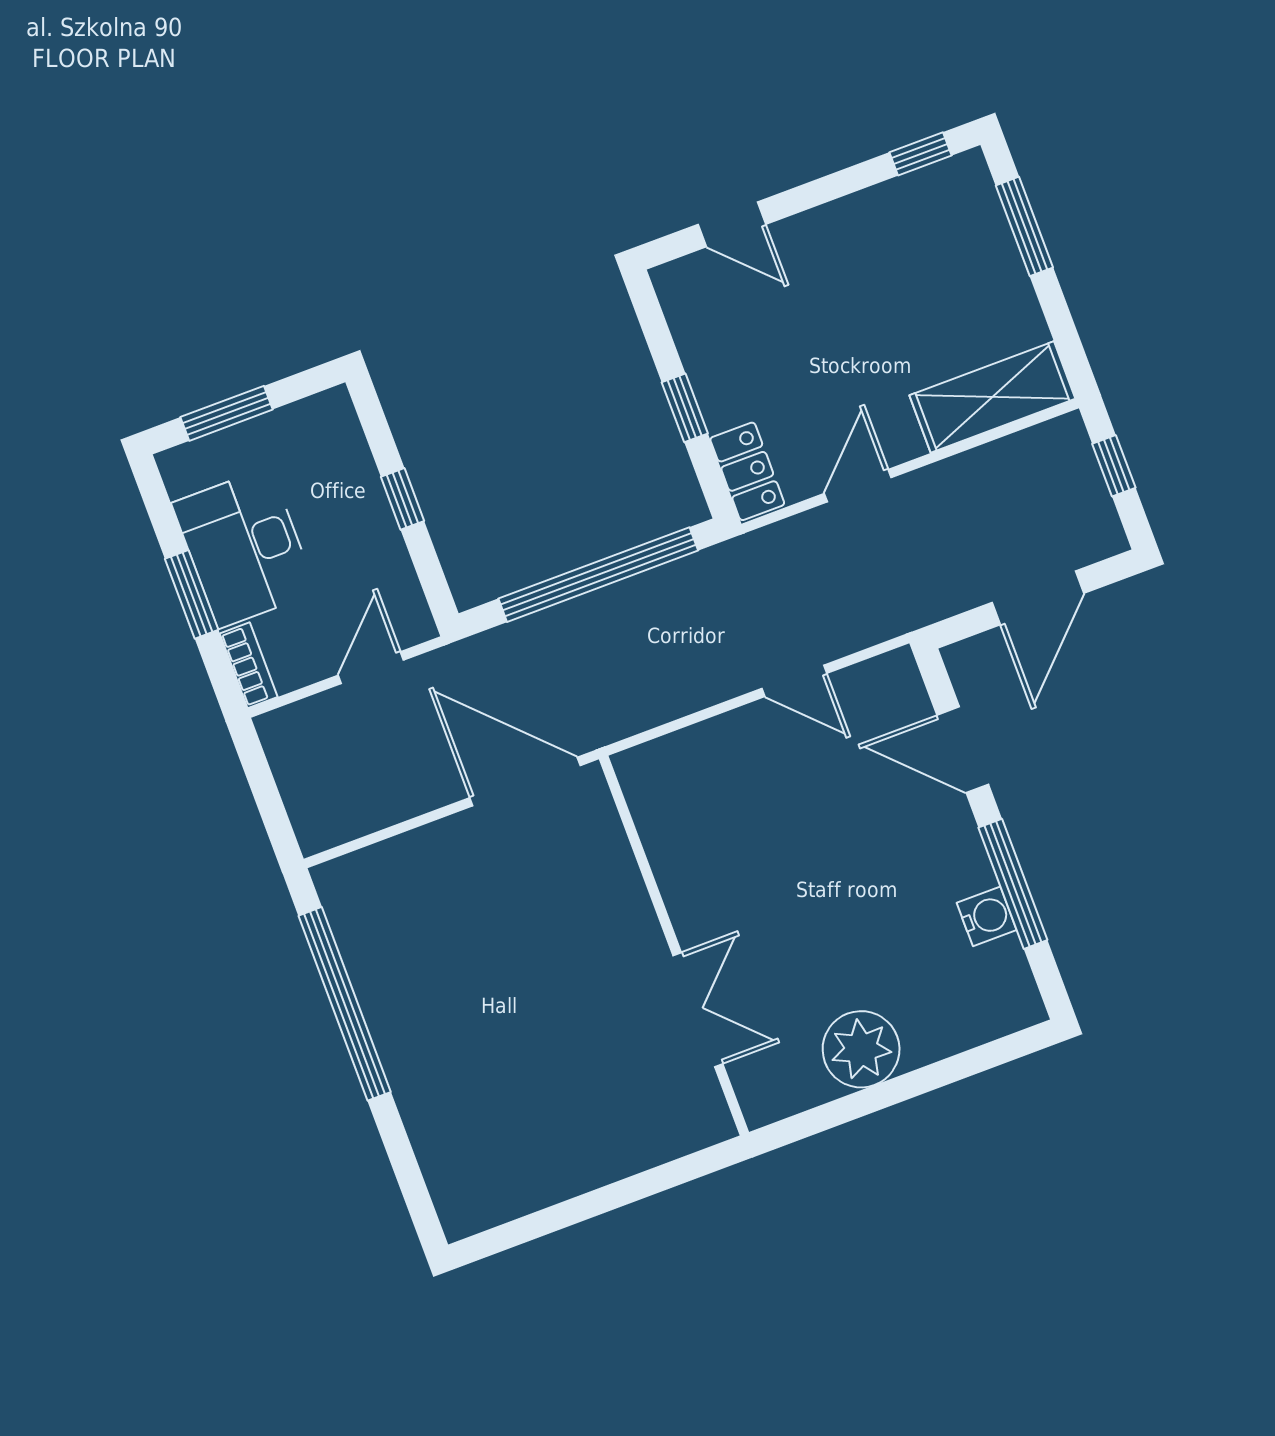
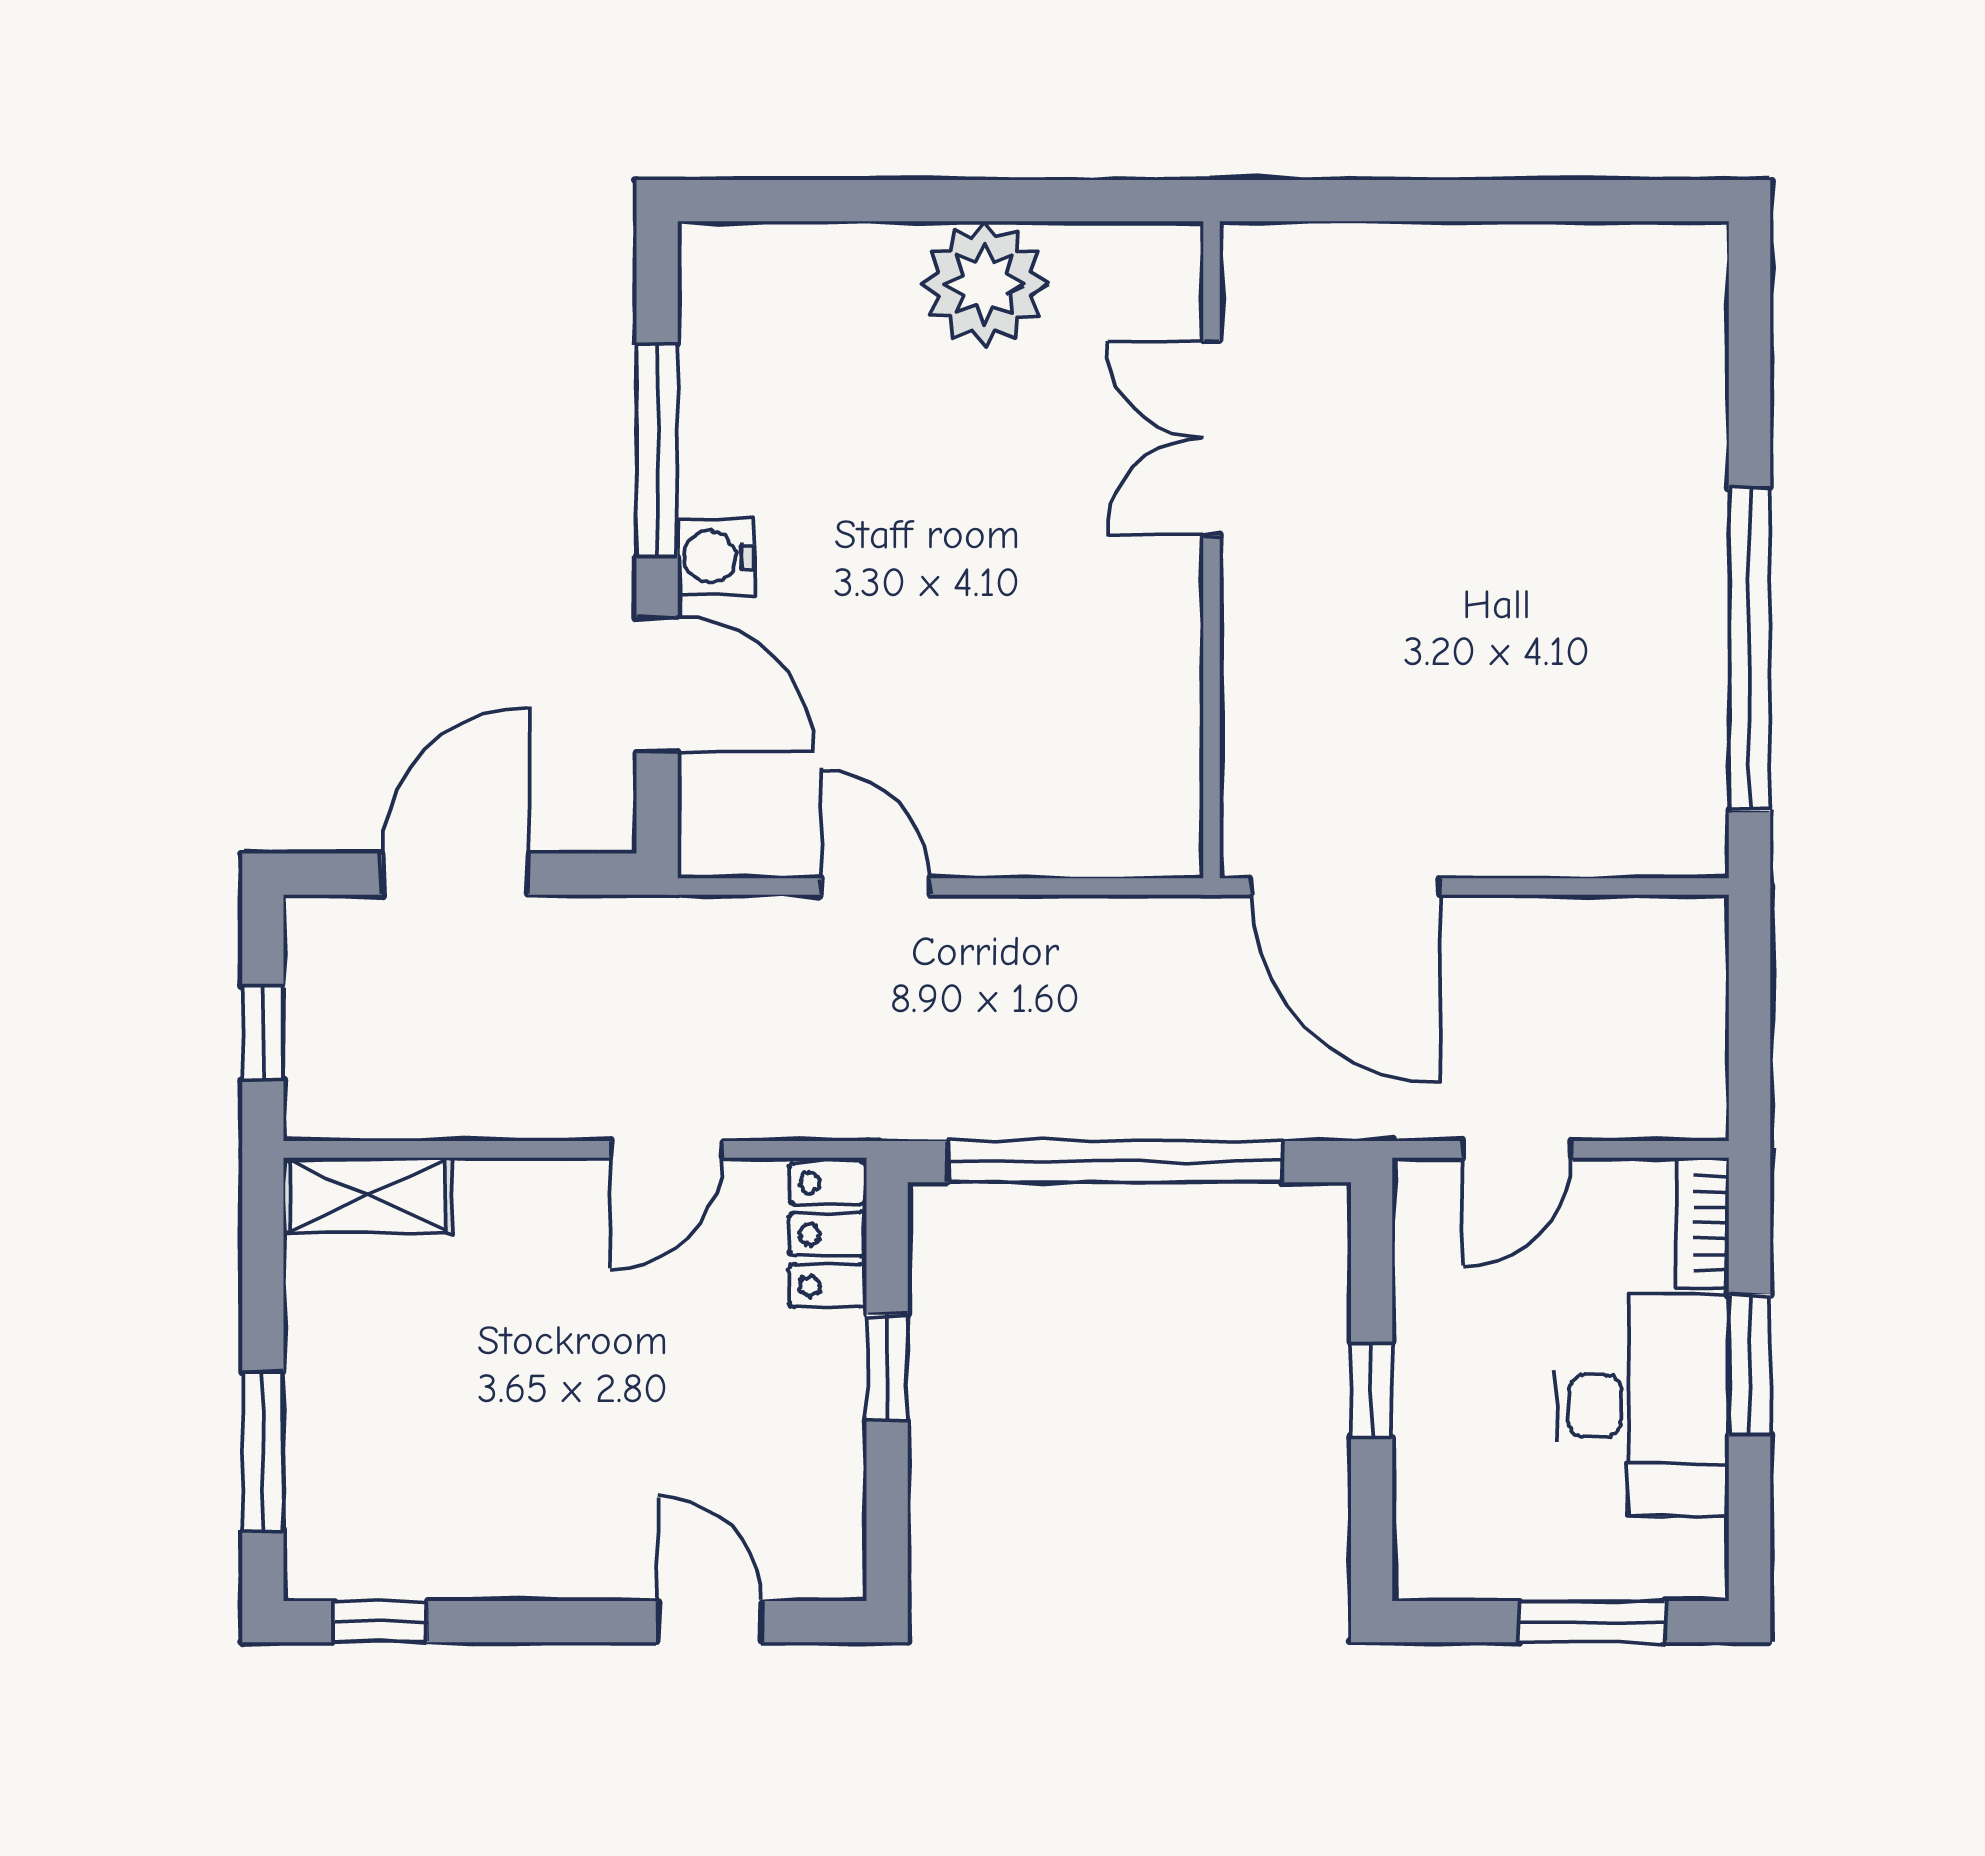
shelving: (992, 397) -> (368, 1195), width x0.67, depth x0.75
water cooler: (987, 916) -> (716, 557), moved

